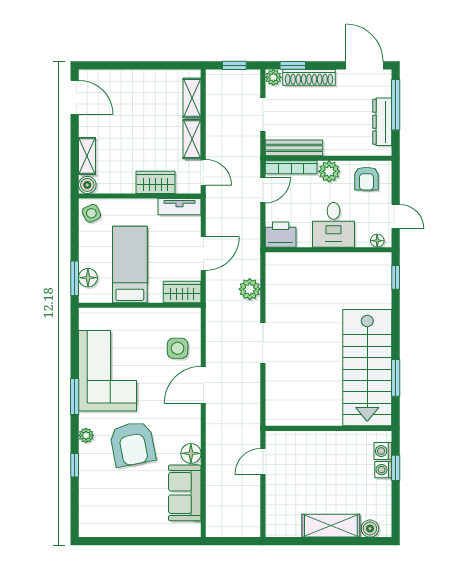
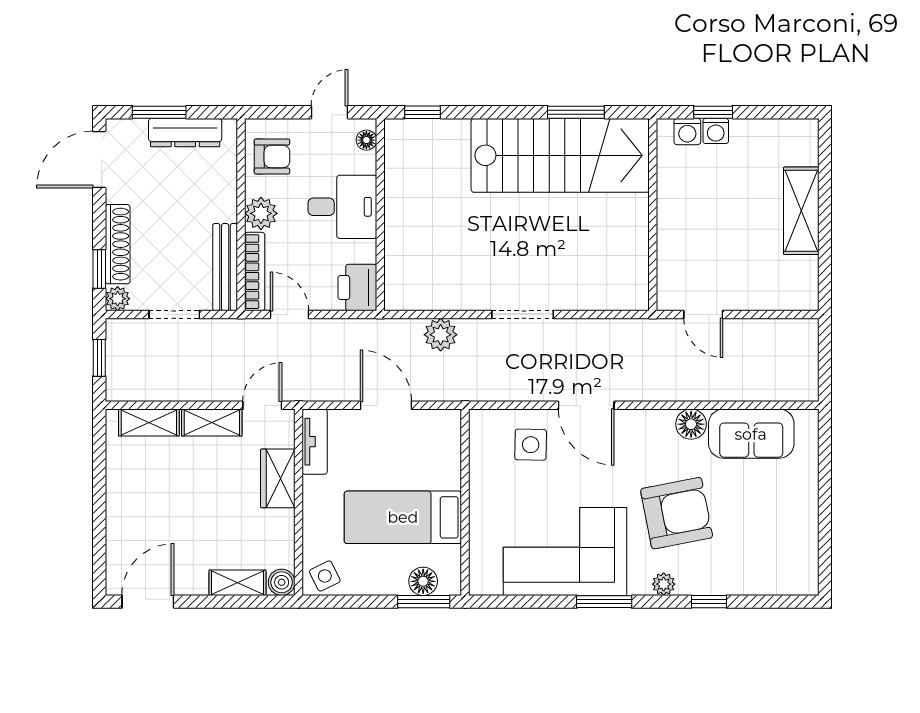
window: (396, 105) -> (159, 112), width x0.69
wardrobe: (182, 292) -> (445, 438), removed
boiler: (370, 529) -> (806, 151), removed

